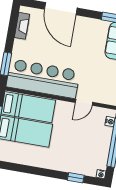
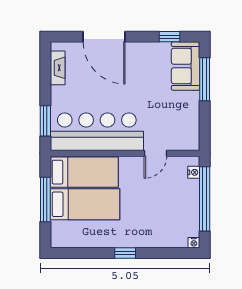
window: (76, 178) -> (125, 253), moved

